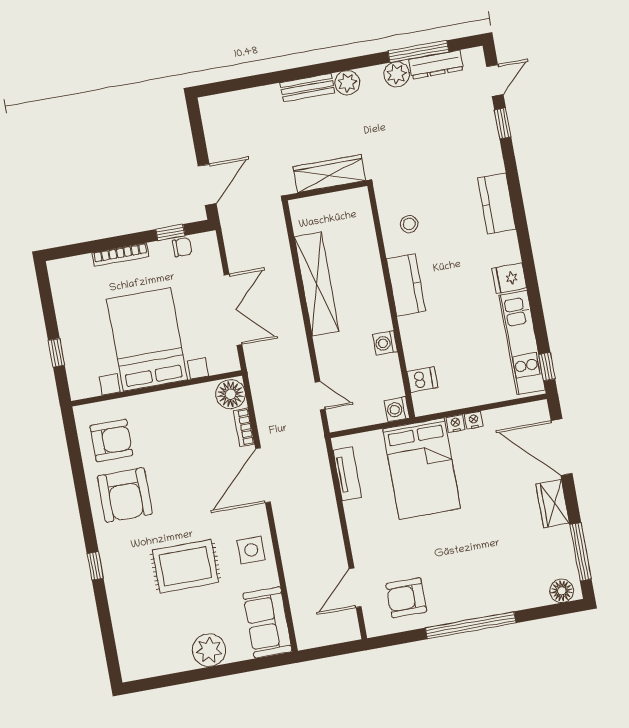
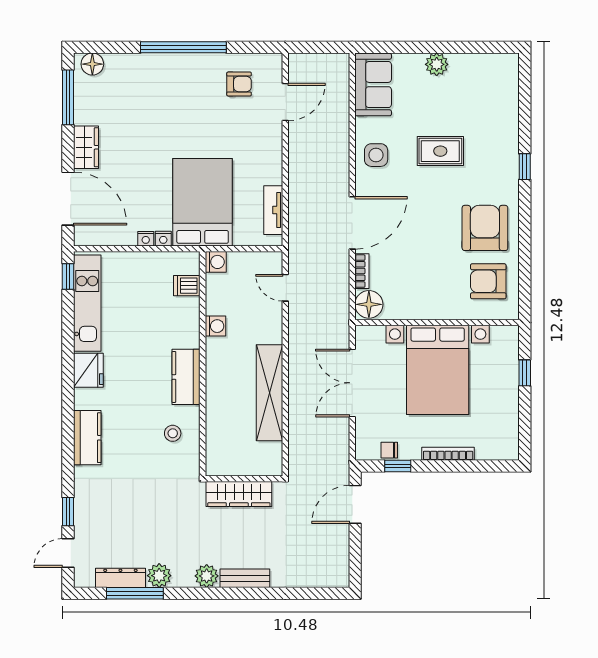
fridge: (509, 278) -> (88, 370), width x1.38
rug: (185, 566) -> (440, 151), width x0.73, depth x0.70
armchair: (406, 598) -> (239, 84), width x0.72, depth x0.72
plant: (209, 650) -> (437, 64), width x0.73, depth x0.73

